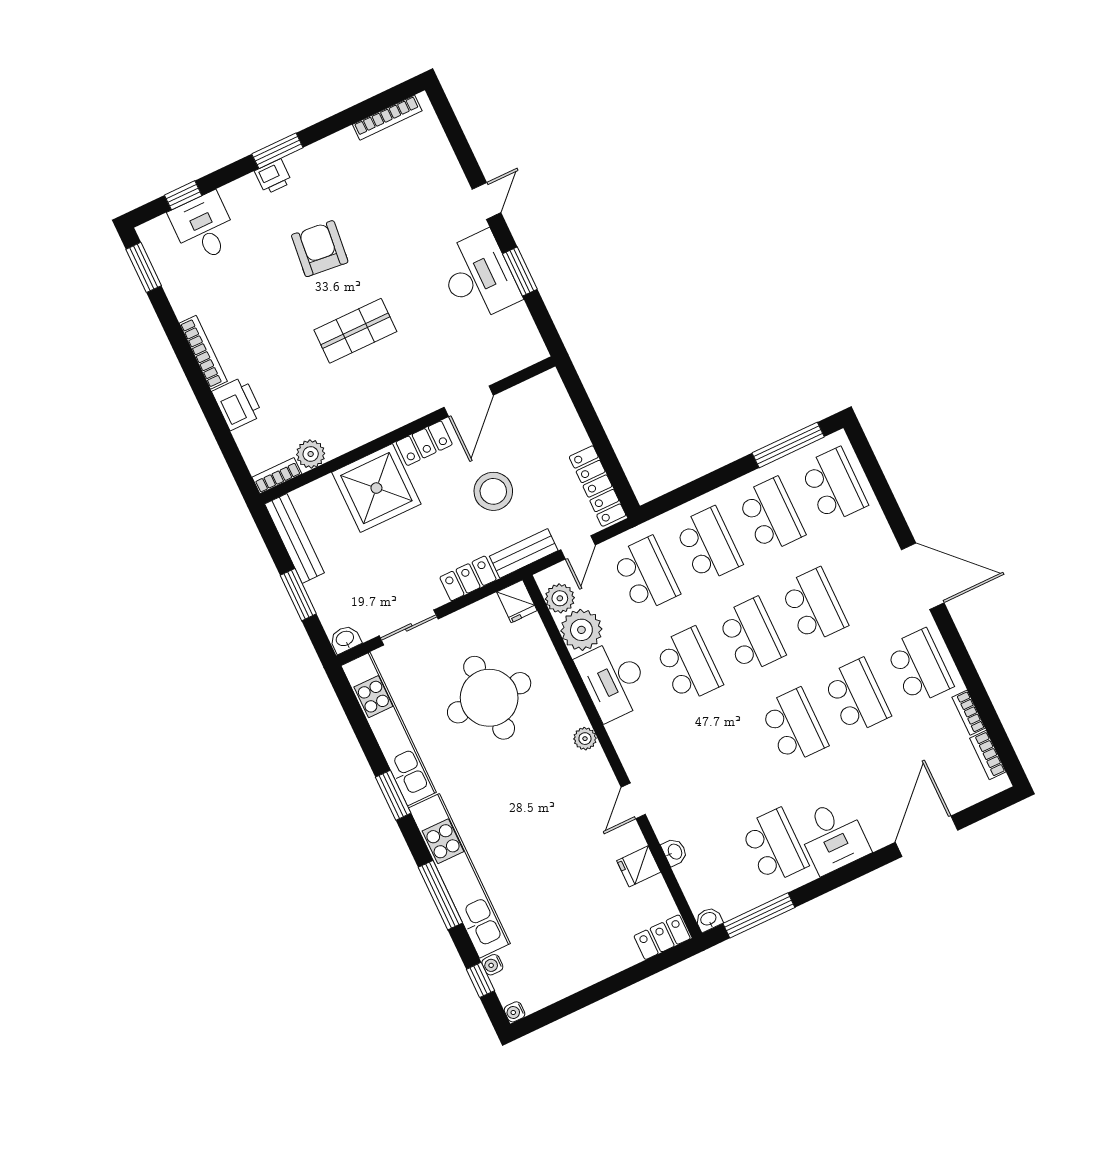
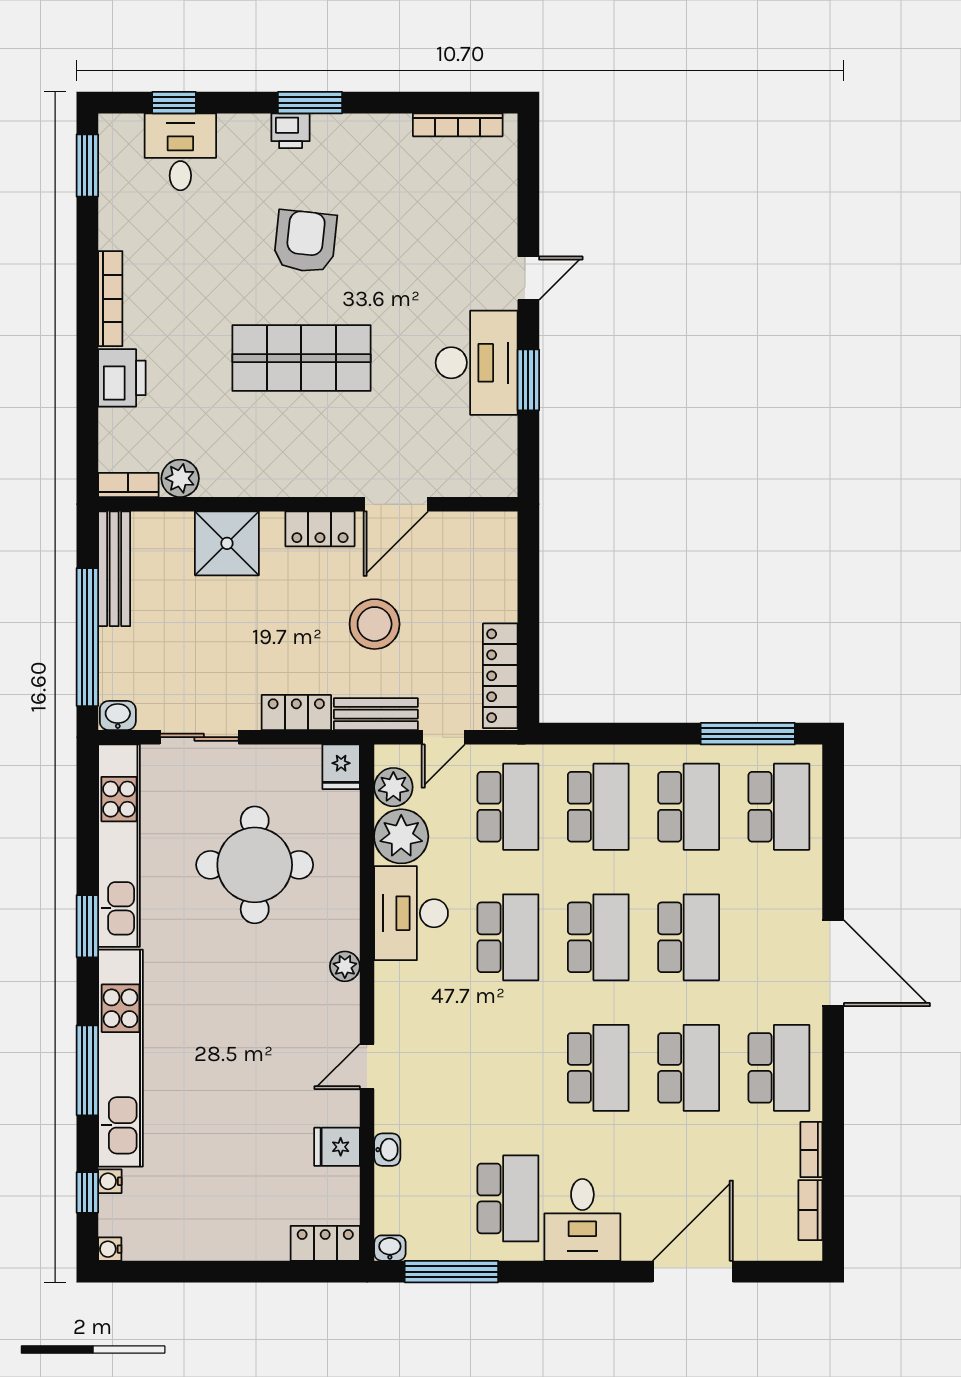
shop shelf: (355, 331) -> (301, 358), width x1.43, depth x1.36
shower: (376, 488) -> (227, 543), width x0.73, depth x0.73
window: (298, 595) -> (87, 637), width x2.11

